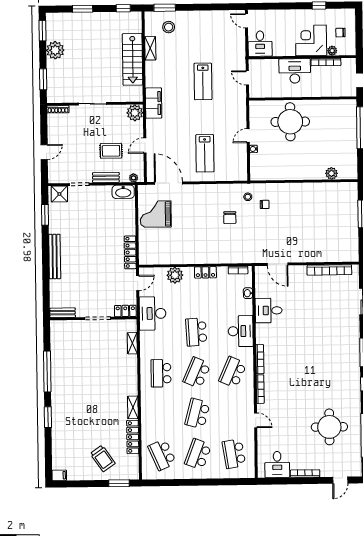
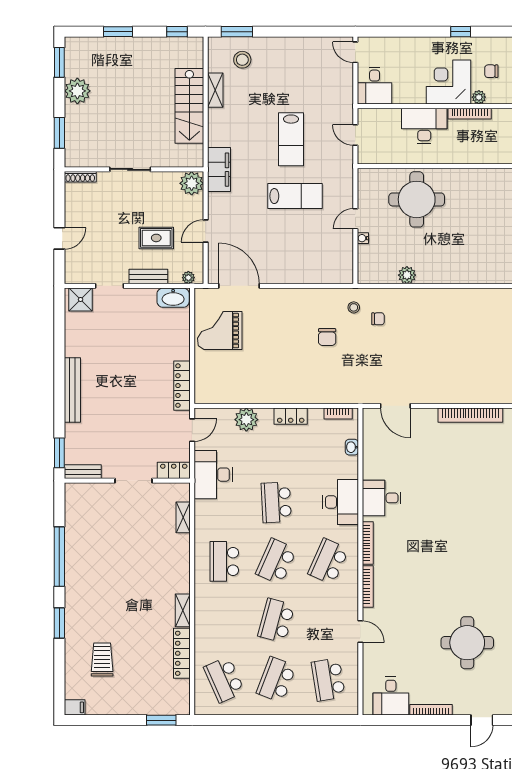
lab bench: (205, 153) -> (295, 196), moved, turned -90
plant: (331, 173) -> (407, 275), moved
window: (45, 215) -> (59, 453), moved
desk: (269, 310) -> (382, 498), moved
trolley: (103, 458) -> (102, 659), moved, turned -145

